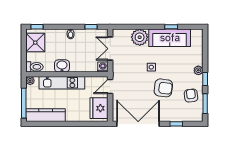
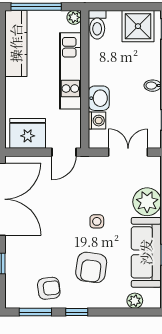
washbasin: (62, 66) -> (99, 98), moved
washing machine: (103, 67) -> (97, 121), moved
plant: (198, 70) -> (135, 301), moved
door: (110, 87) -> (64, 152), swing flipped
armchair: (163, 88) -> (91, 267), moved

